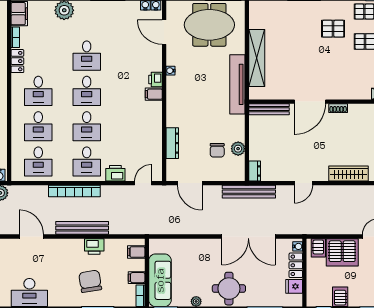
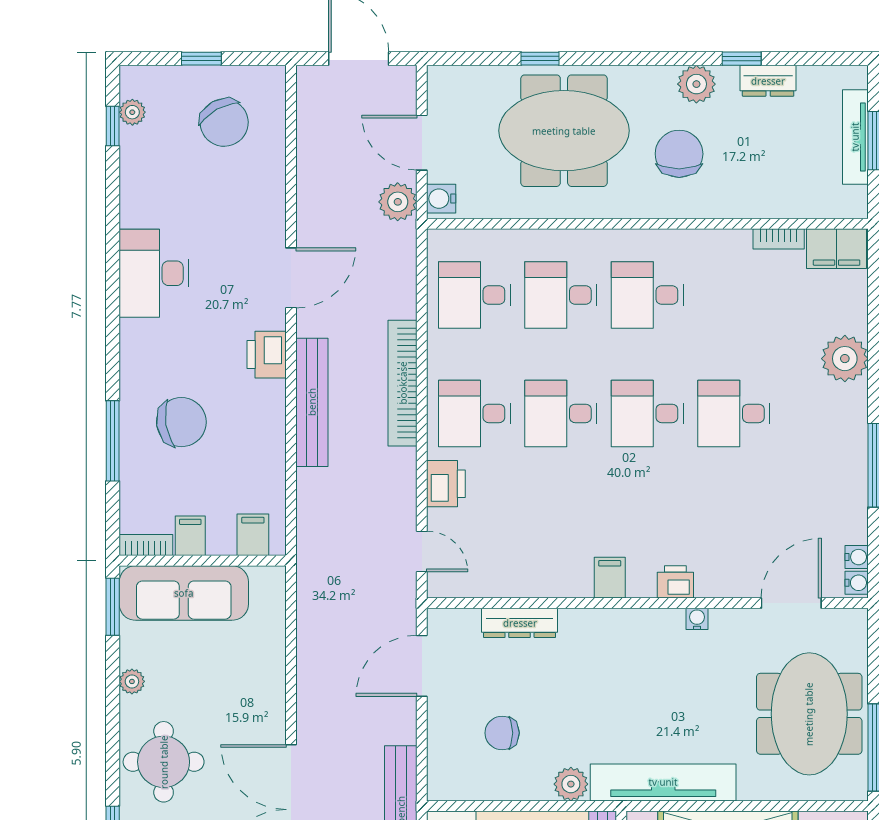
locker: (17, 61) -> (720, 244), removed
filing cabinet: (154, 94) -> (610, 578), moved
plant: (238, 149) -> (571, 784), moved
printer: (94, 246) -> (267, 355), moved

